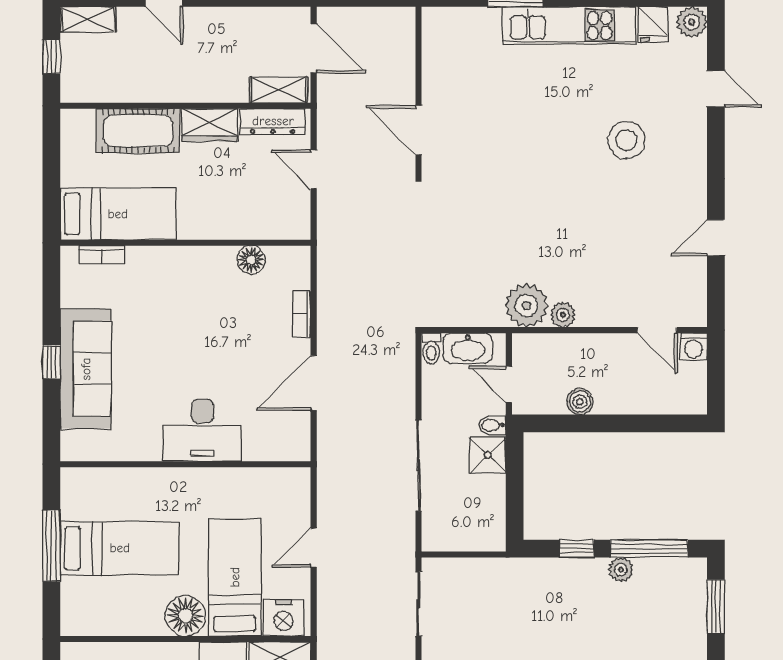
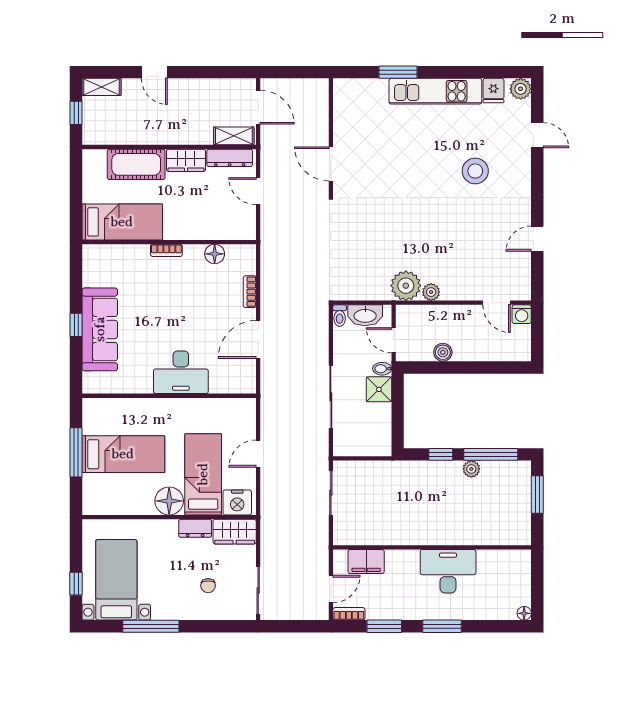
bookcase: (101, 255) -> (166, 250), moved

